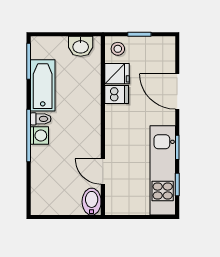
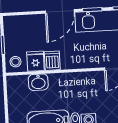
washbasin: (81, 46) -> (38, 82), moved, turned 90
door: (177, 91) -> (60, 11), moved

